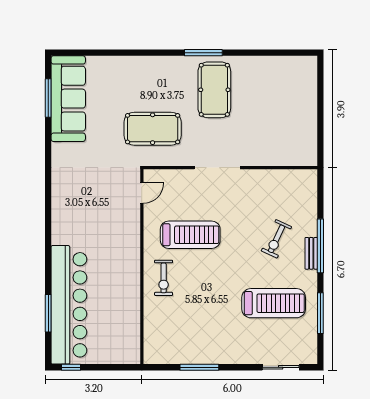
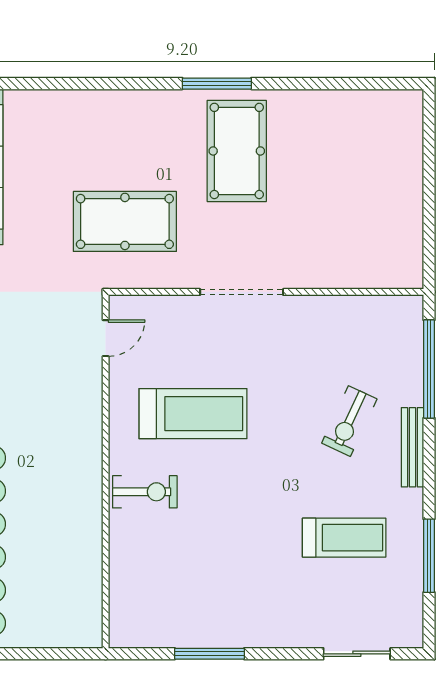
window: (320, 246) -> (429, 369), moved
bench: (311, 253) -> (412, 447), width x1.36
exercise bike: (164, 278) -> (145, 492), turned -90
treadmill: (274, 303) -> (344, 538), width x0.73, depth x0.73

